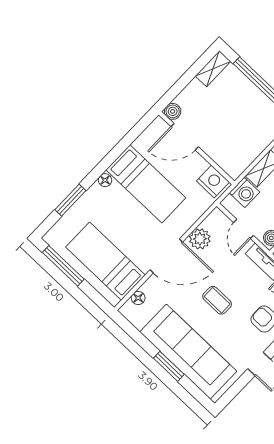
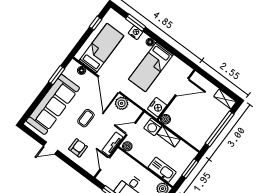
boiler: (173, 111) -> (165, 119), moved
door: (185, 137) -> (182, 87), swing flipped
nightstand: (87, 202) -> (136, 33), added
window: (63, 266) -> (96, 23), width x0.46
window: (169, 366) -> (57, 75), moved

